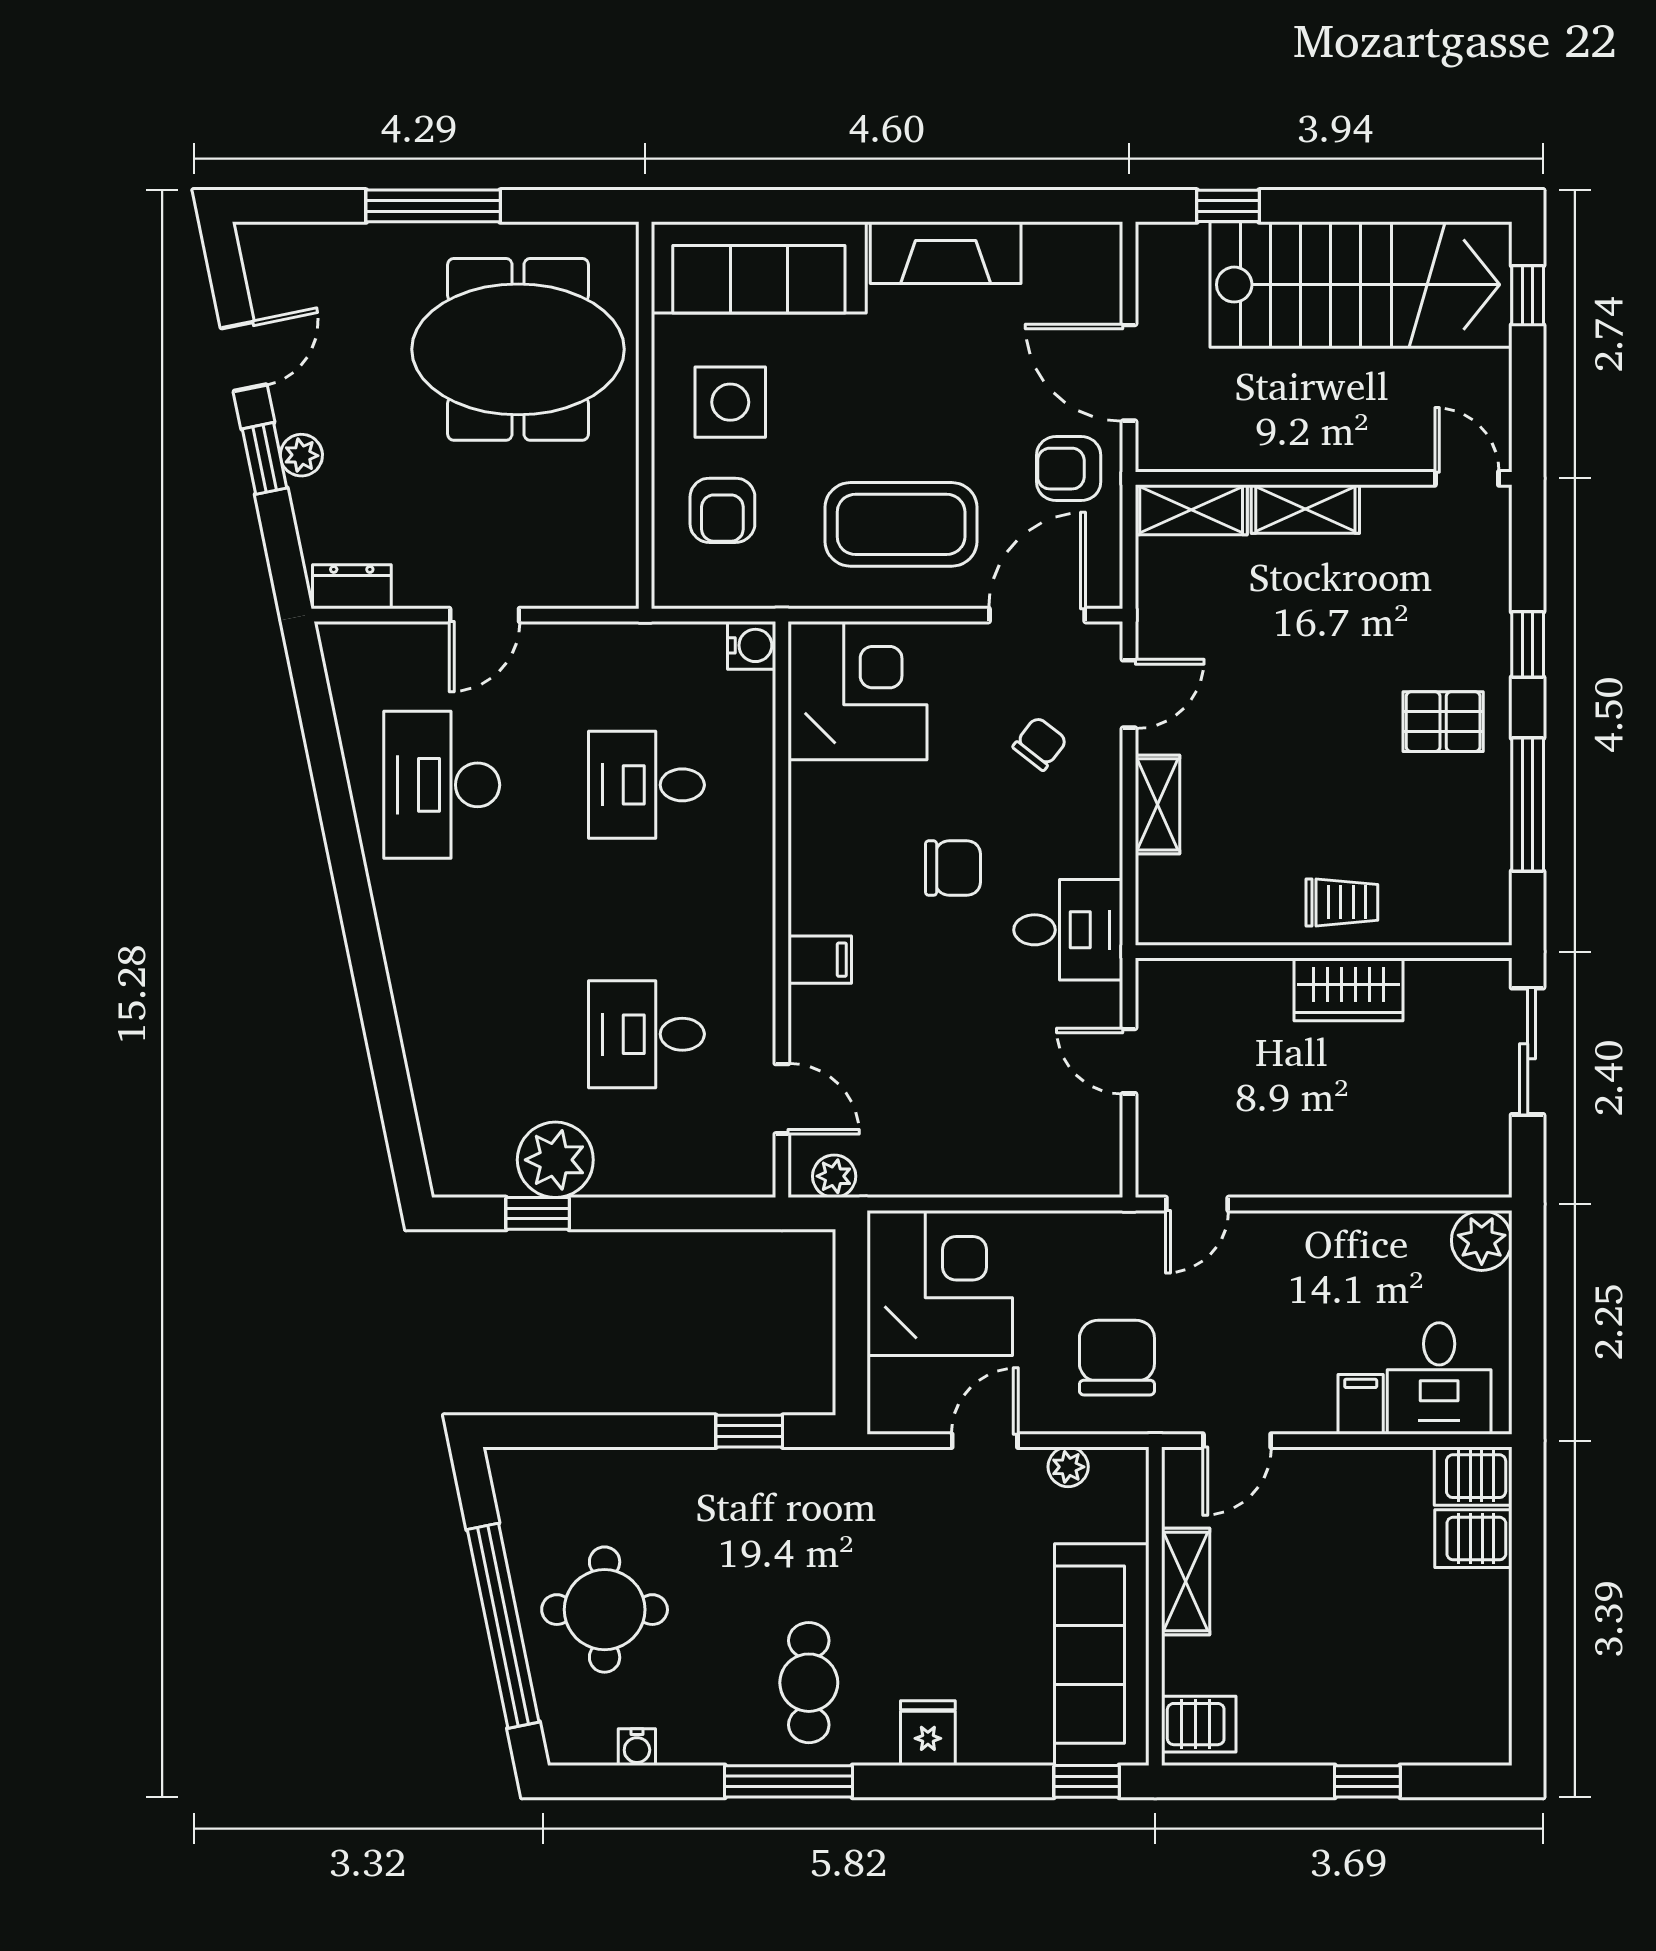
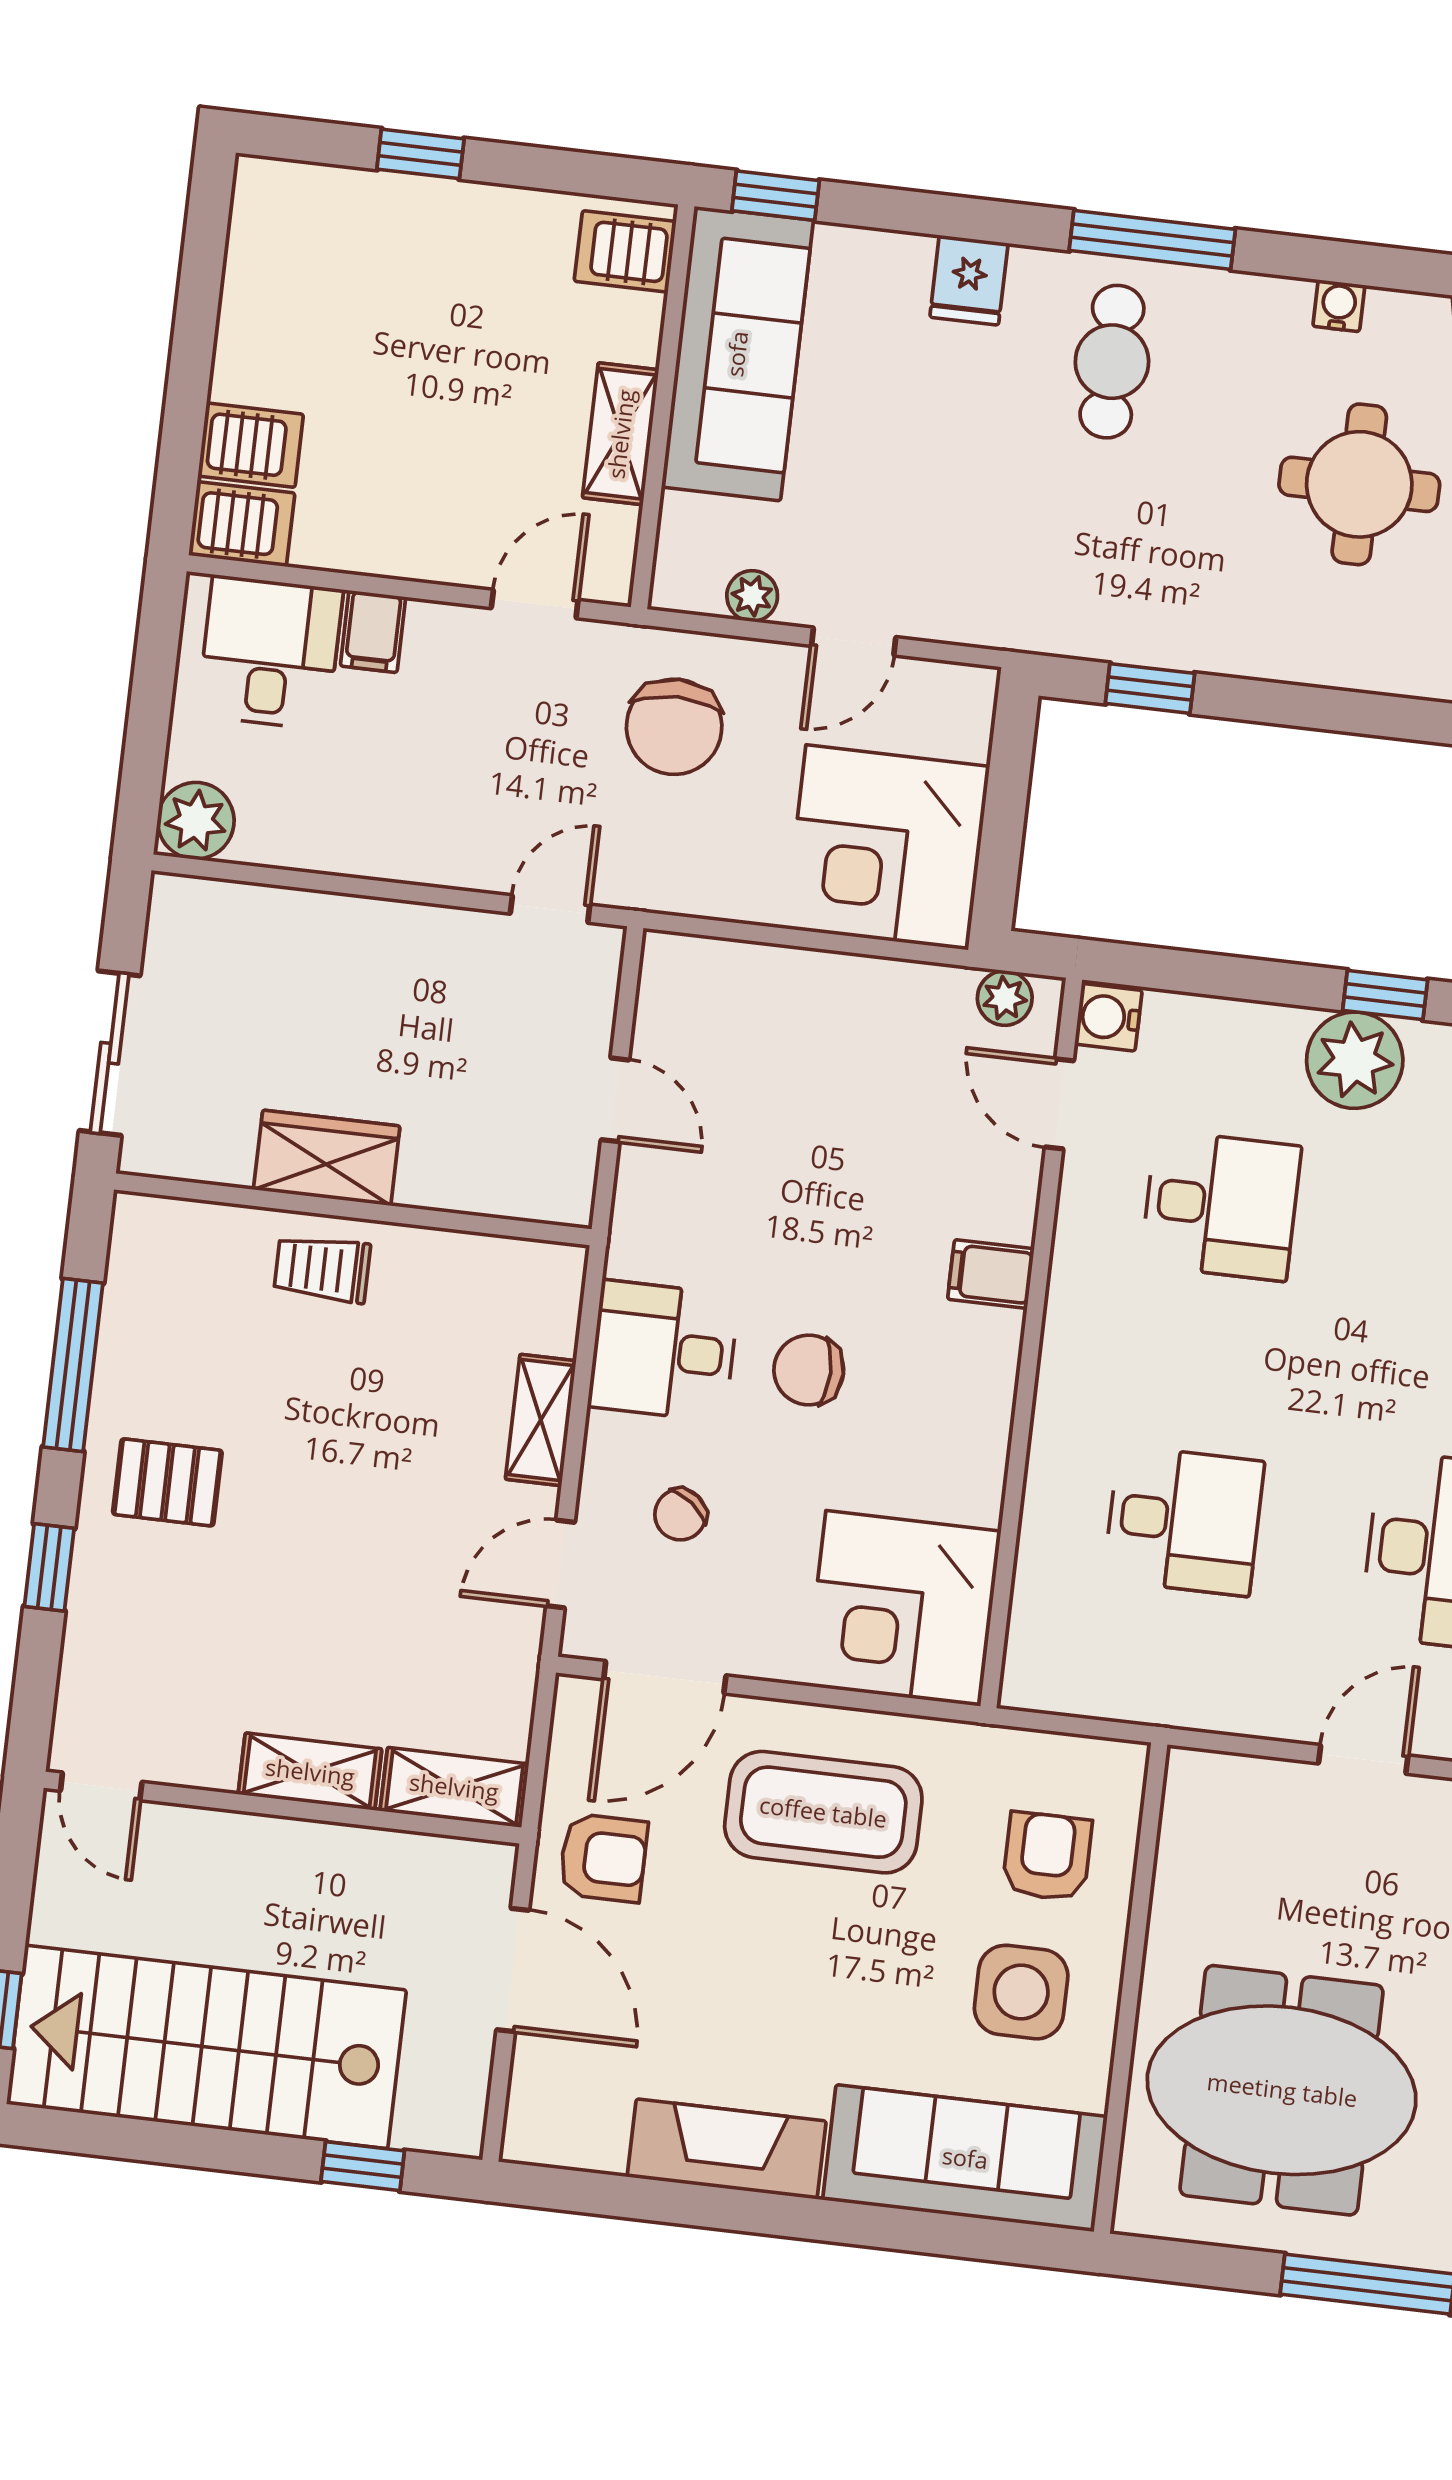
water cooler: (752, 645) -> (1108, 1017), moved
desk: (1068, 930) -> (663, 1351), moved

